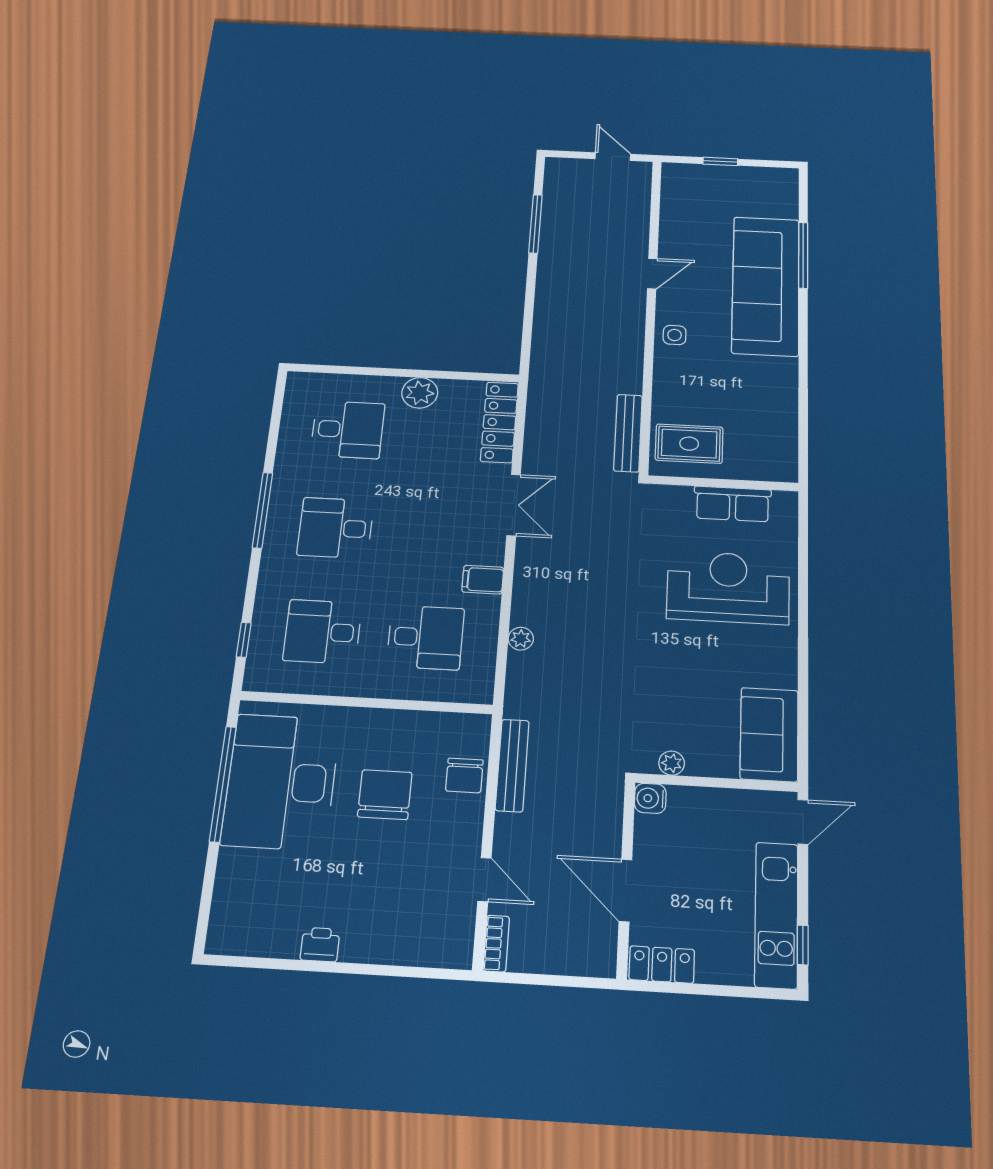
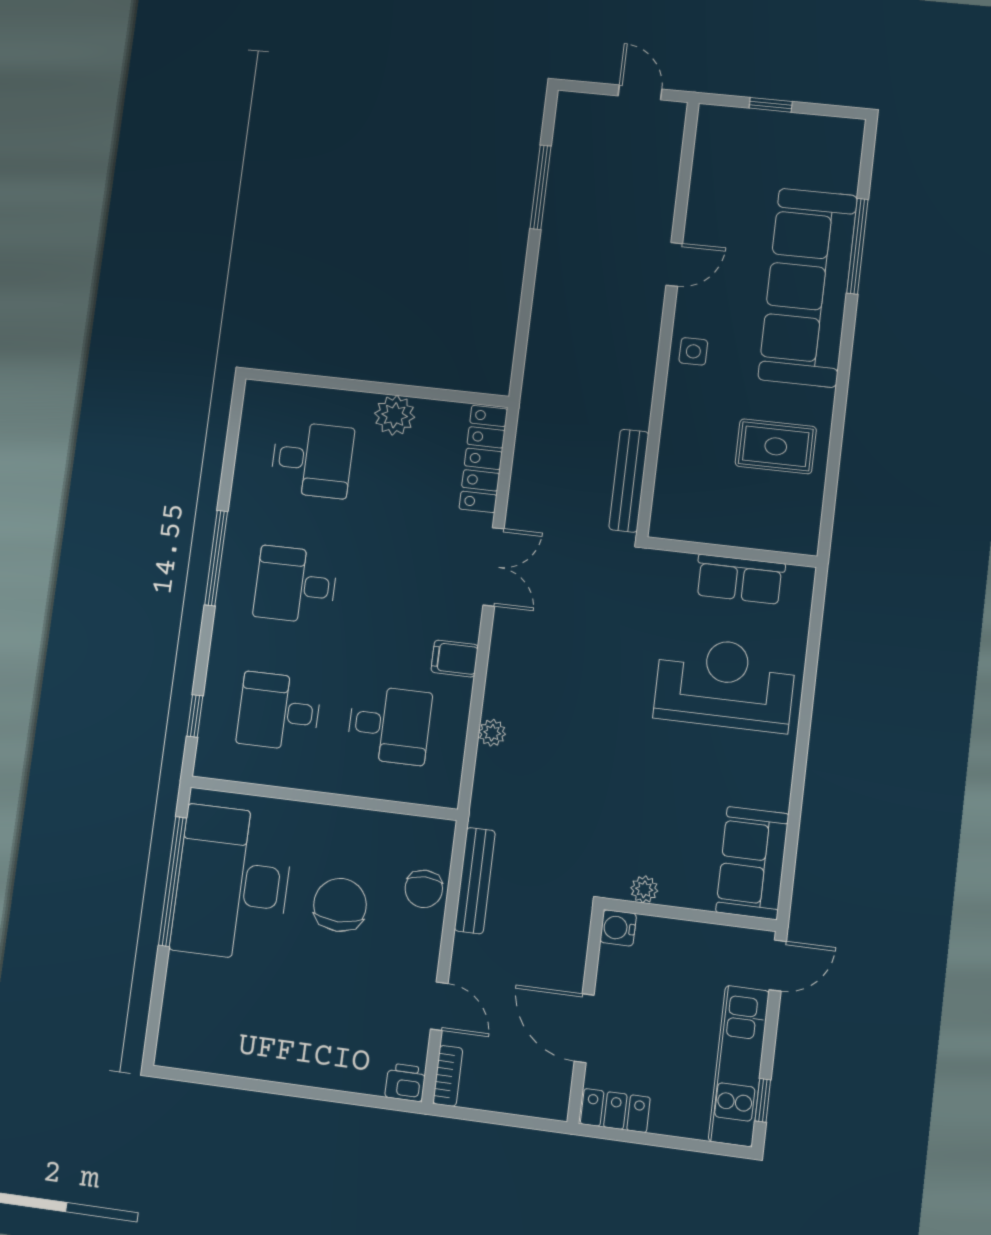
rug: (689, 444) -> (776, 446), moved
printer: (320, 945) -> (405, 1082), moved

